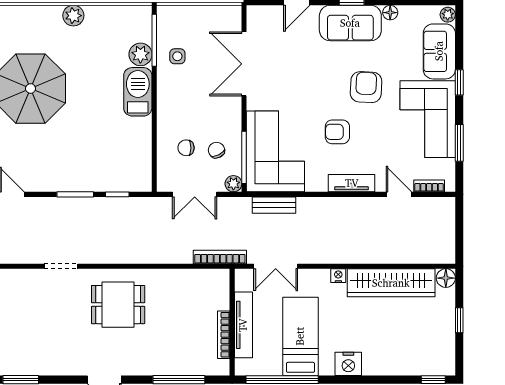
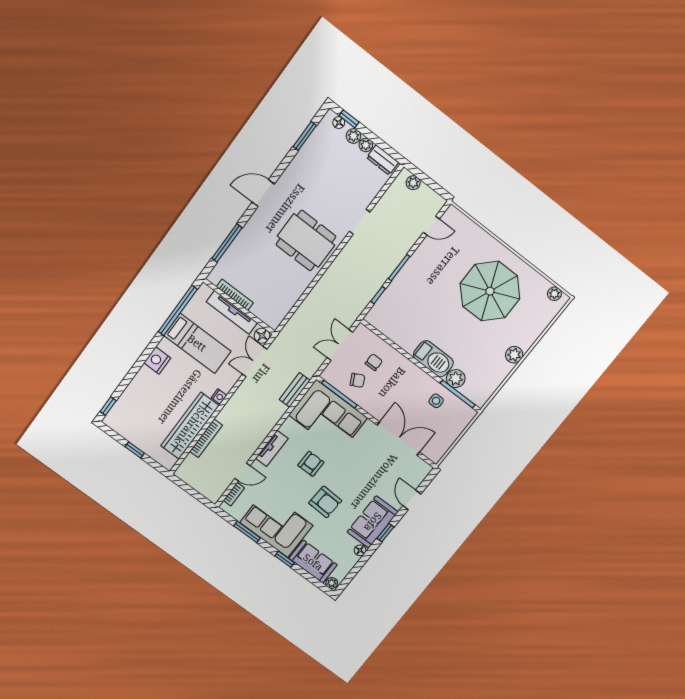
plant: (233, 184) -> (328, 375), removed
bookcase: (220, 257) -> (206, 438), moved
floor lamp: (446, 278) -> (262, 336), moved
dining table: (118, 305) -> (306, 241), width x1.37

